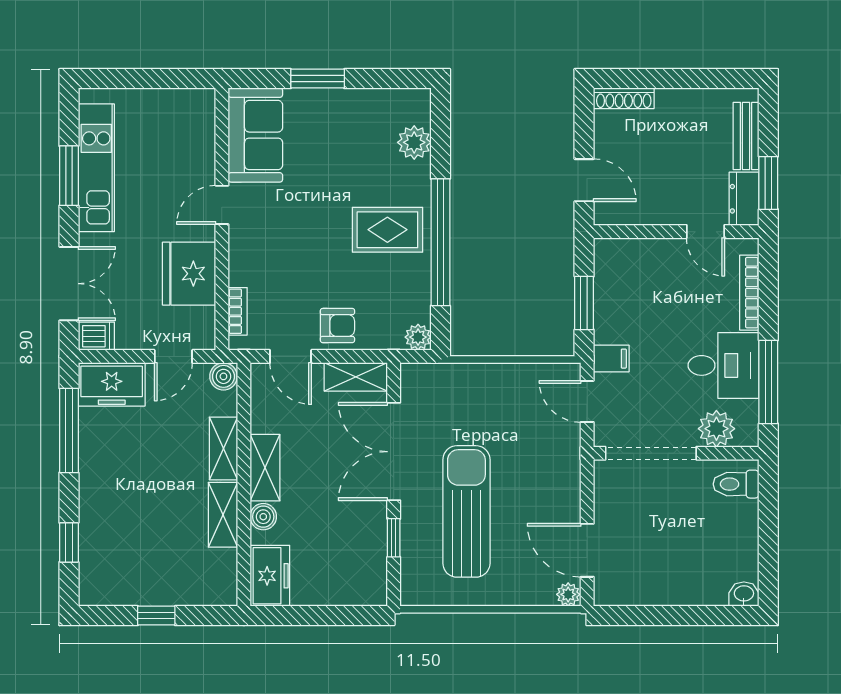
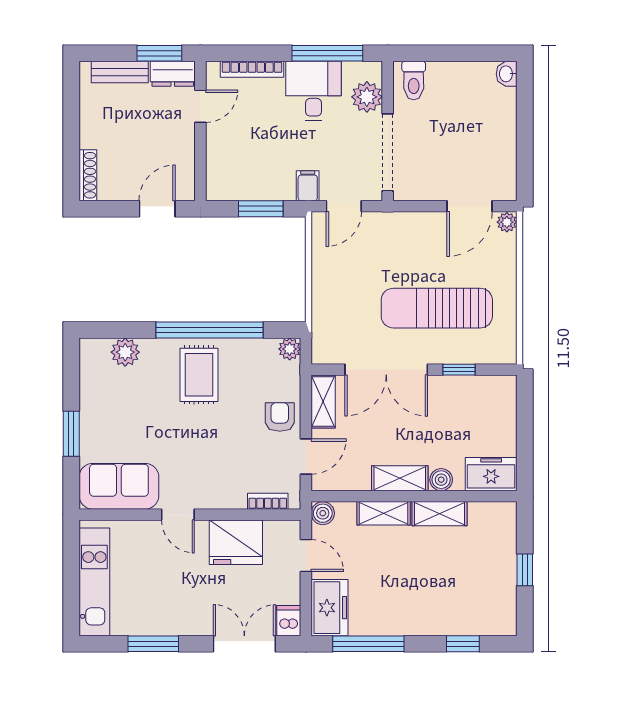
kitchen unit: (96, 168) -> (94, 582), moved, turned 90

